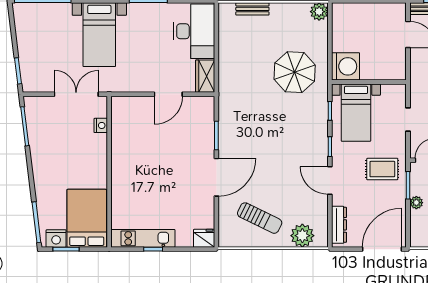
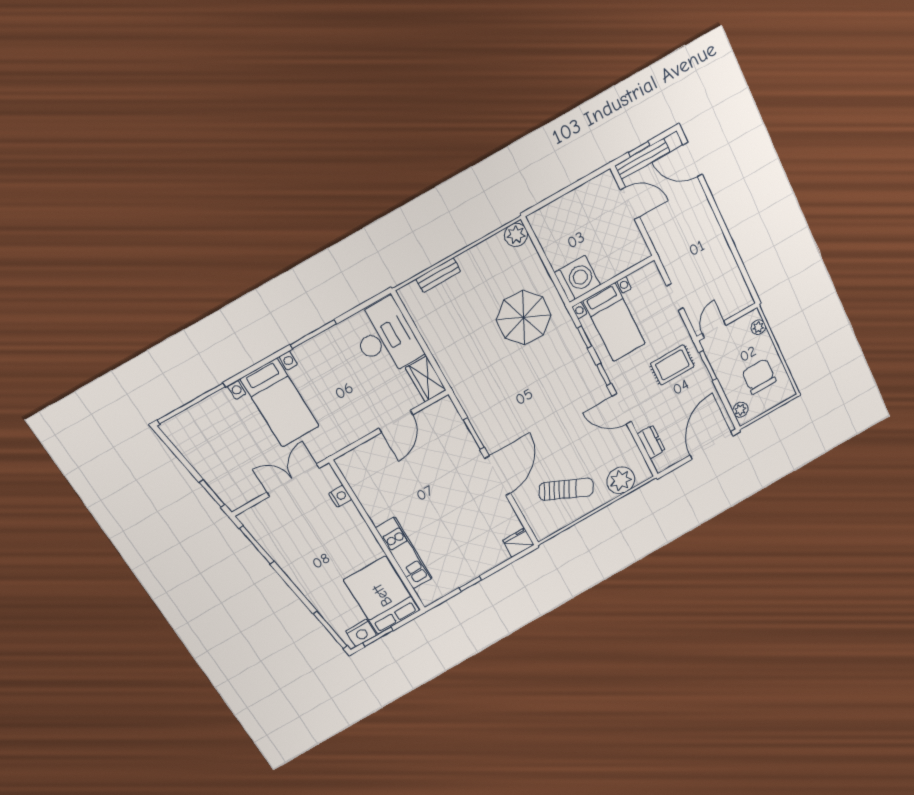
plant: (416, 203) -> (740, 410), moved
dresser: (339, 225) -> (651, 442), width x0.70
kitchen unit: (143, 238) -> (404, 553), moved, turned 90

